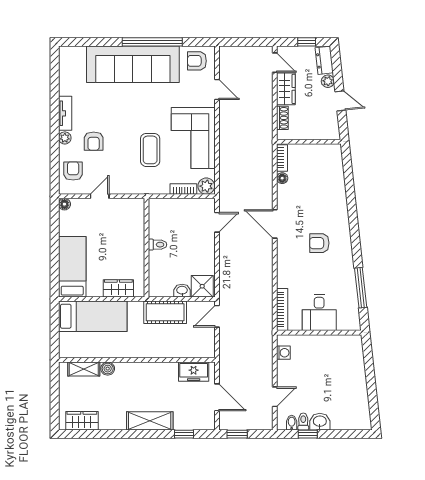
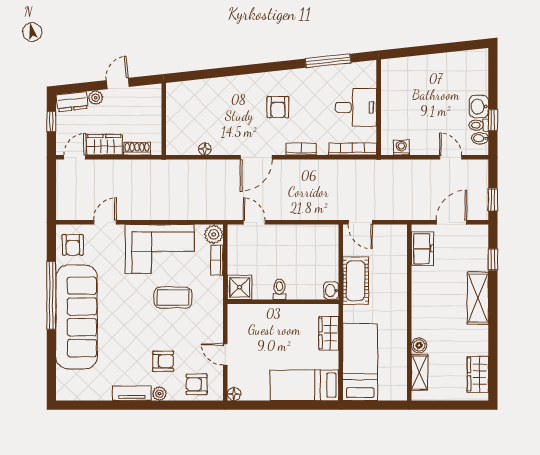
bookcase: (282, 158) -> (301, 149), moved
shower: (202, 286) -> (240, 287), moved
washbasin: (182, 291) -> (331, 291), moved

